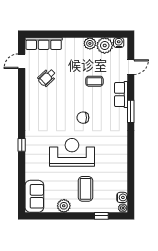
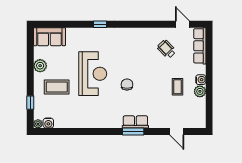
water cooler: (119, 43) -> (201, 80), moved
plant: (105, 46) -> (198, 106), removed
coffee table: (94, 81) -> (177, 87), moved
row of seats: (121, 95) -> (135, 122), moved

